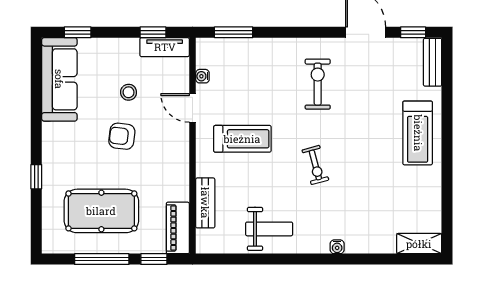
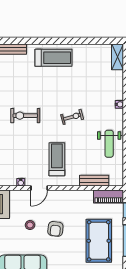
weight bench: (269, 229) -> (109, 144), turned 180

